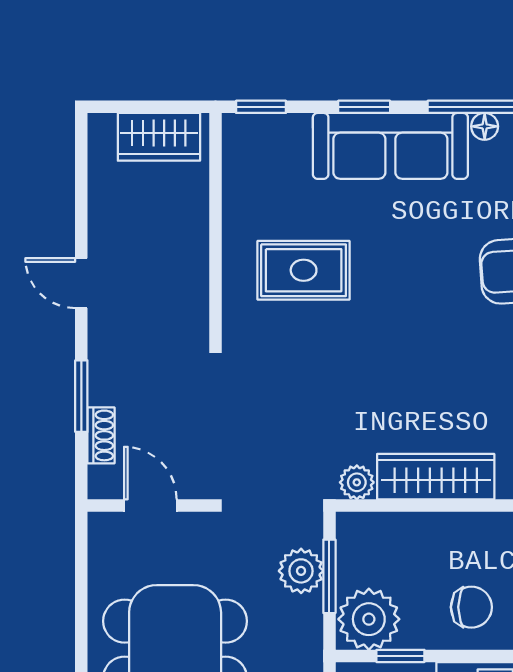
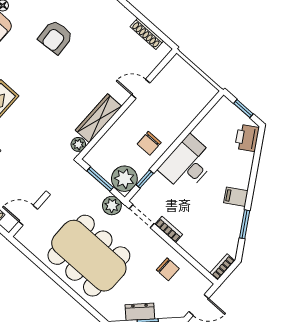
plant: (301, 571) -> (112, 206), moved
chair: (471, 607) -> (149, 143), turned 180

